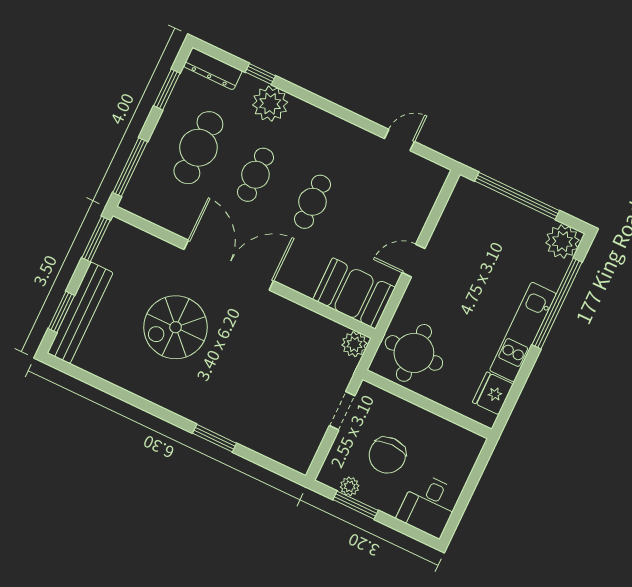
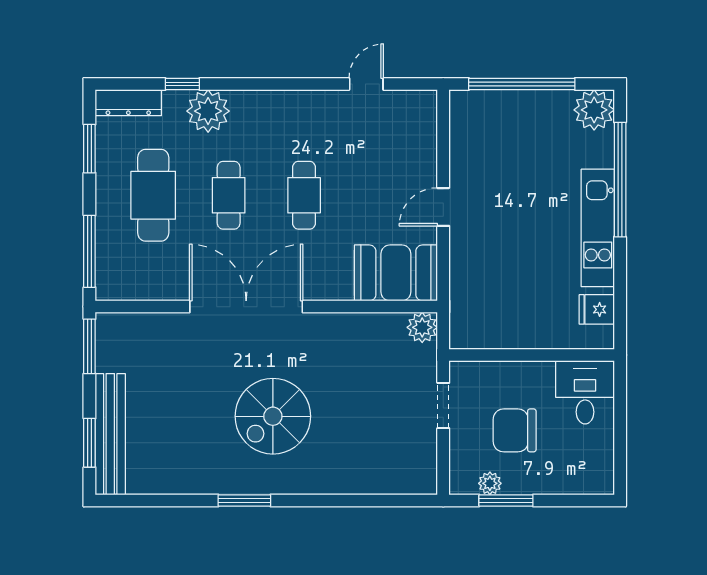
spiral stairs: (176, 327) -> (273, 416), moved
round table: (414, 353) -> (491, 306), removed
fridge: (493, 393) -> (597, 309), width x0.72
window: (215, 438) -> (244, 501), moved
chair: (387, 455) -> (515, 430), turned 90
desk: (429, 505) -> (585, 392), moved, turned 180

